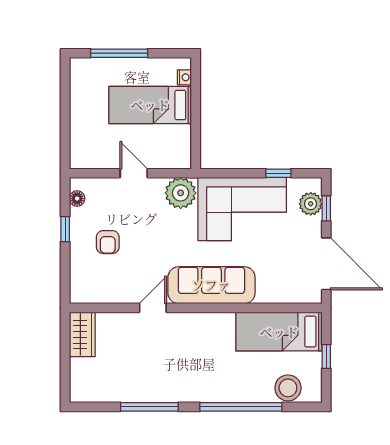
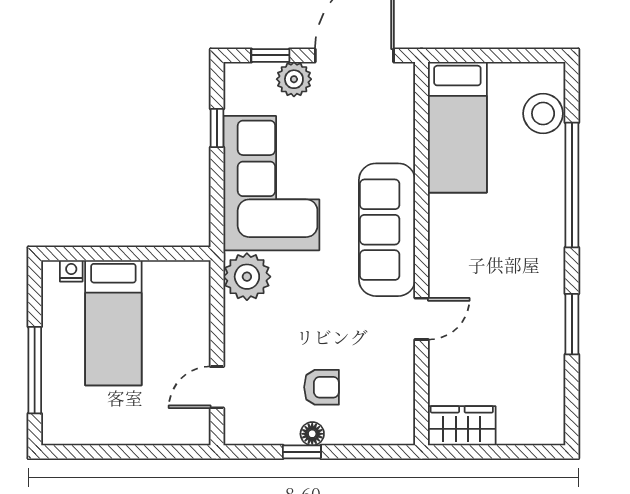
door: (134, 173) -> (217, 387), moved
floor lamp: (77, 199) -> (312, 434), moved
plant: (311, 204) -> (294, 79), moved
door: (153, 308) -> (422, 319), swing flipped
window: (326, 356) -> (495, 55), removed
window: (149, 407) -> (572, 324), width x0.69

